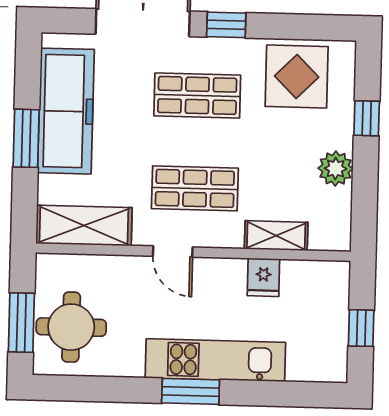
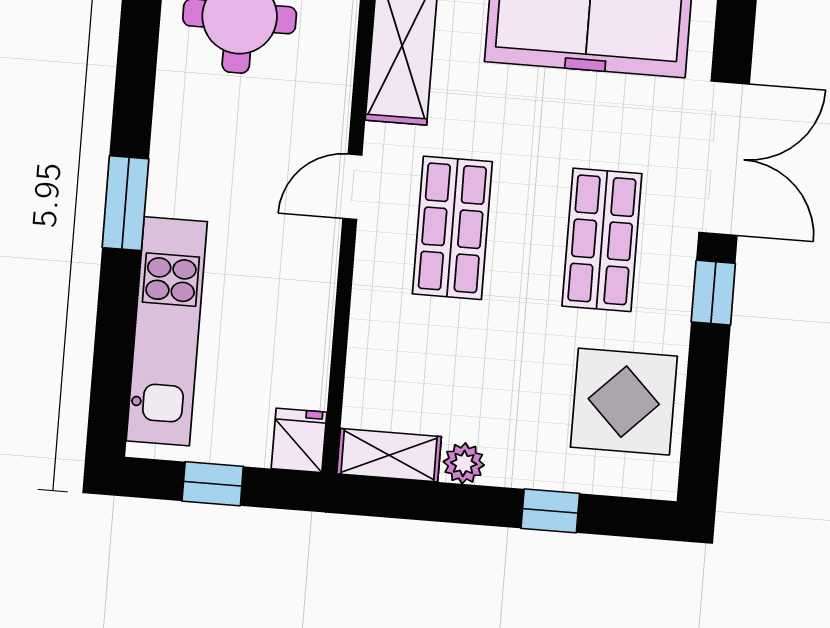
plant: (336, 169) -> (464, 463), width x0.73, depth x0.73
shelving: (276, 236) -> (389, 455), moved, turned 90
fridge: (263, 277) -> (299, 440), moved, turned 90
kitchen unit: (215, 360) -> (167, 331), moved

